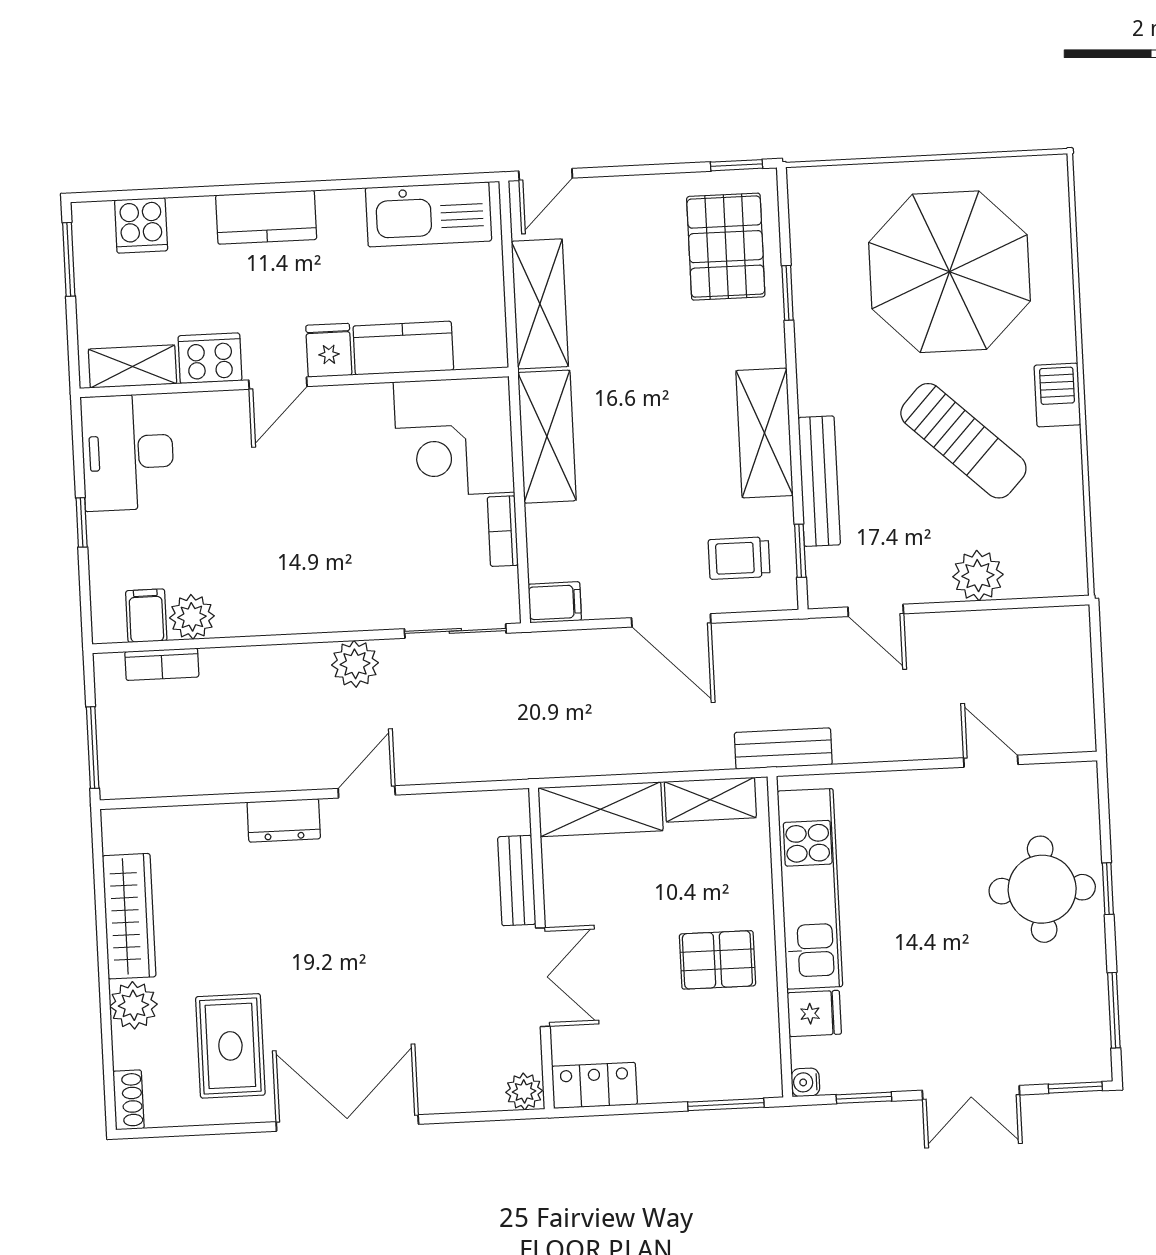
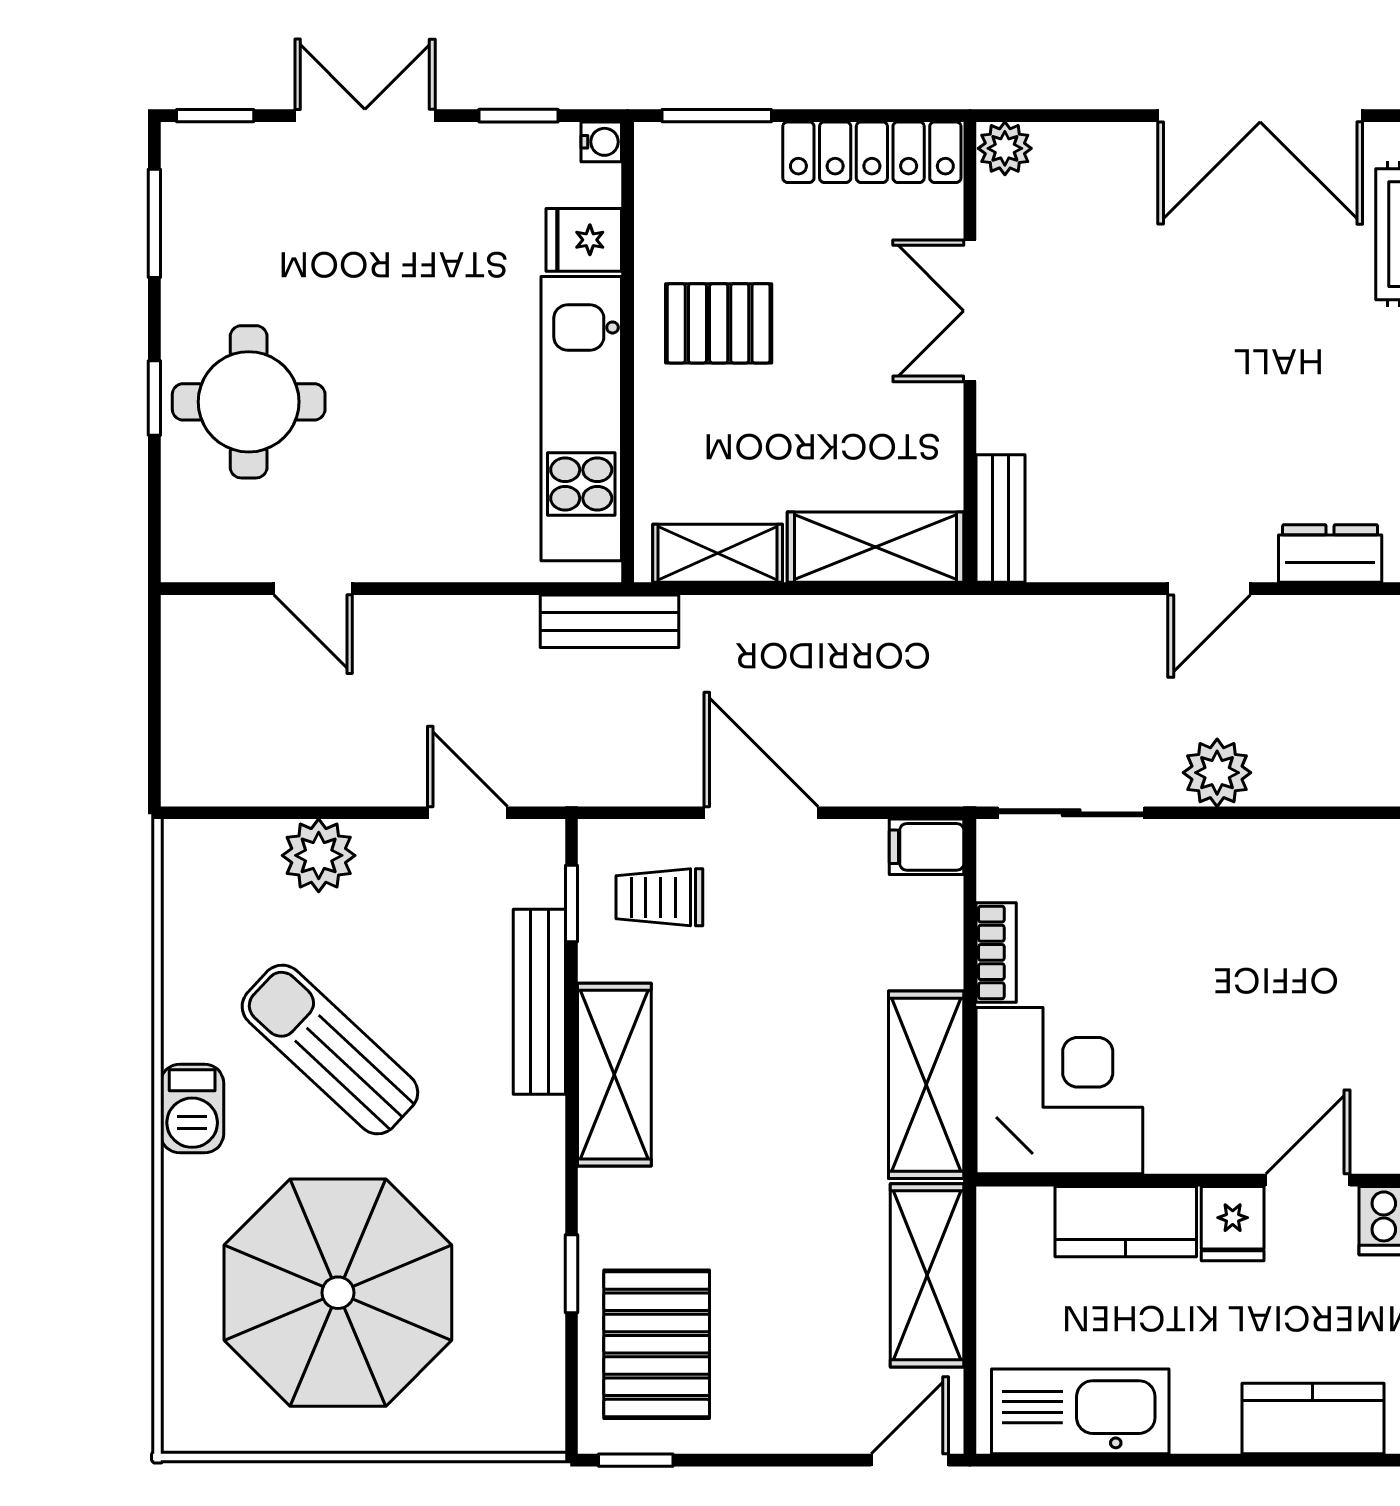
trolley: (739, 558) -> (659, 897), turned 180
bench: (517, 881) -> (1001, 519), moved
locker: (594, 1085) -> (872, 152), width x1.53

